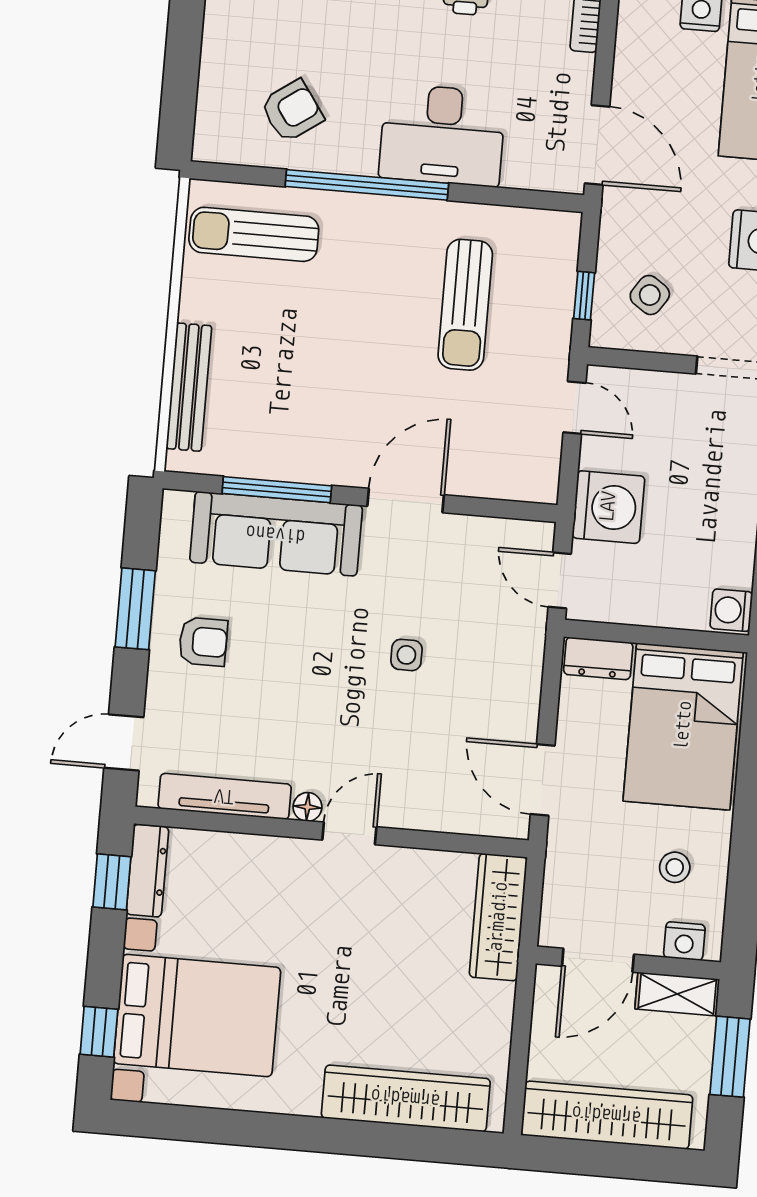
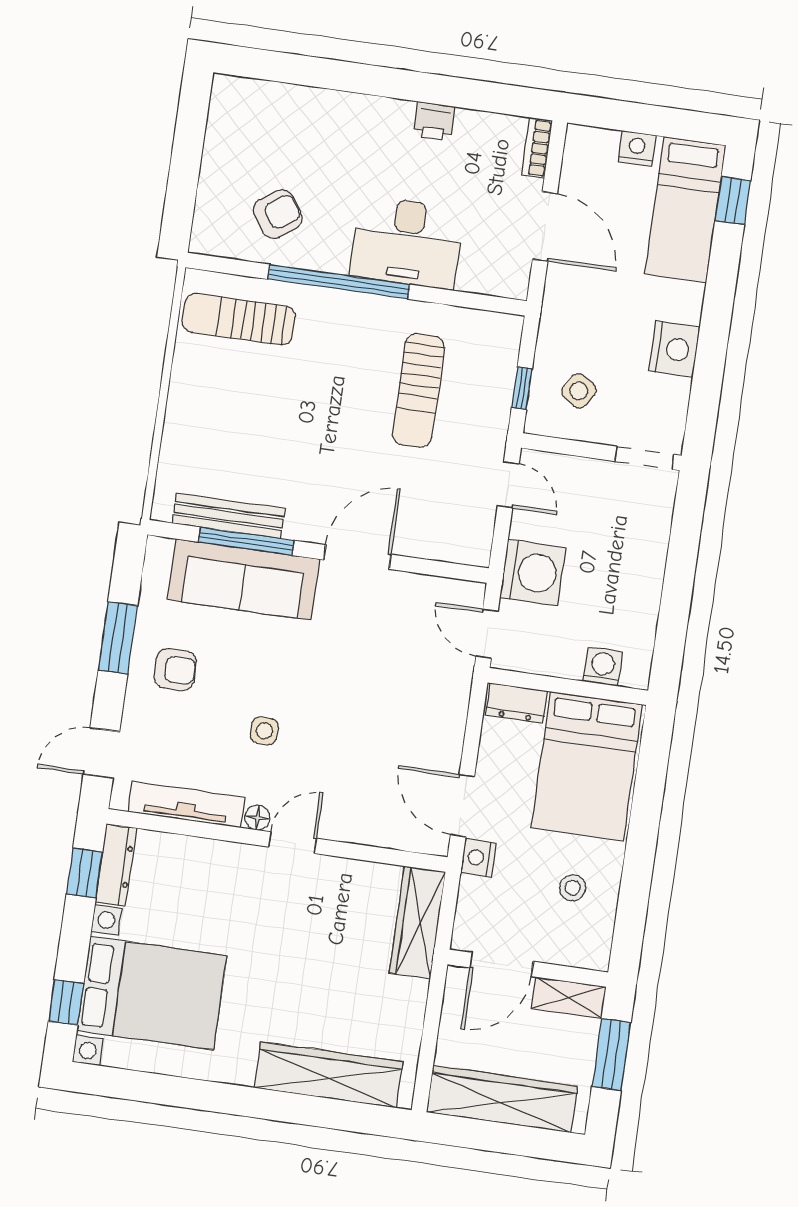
door: (597, 145) -> (545, 227), moved
bench: (189, 387) -> (229, 516), moved, turned 90
washing machine: (731, 610) -> (603, 667), moved, turned 90
side table: (406, 655) -> (264, 731), moved
nightstand: (684, 941) -> (478, 858), moved, turned 90

